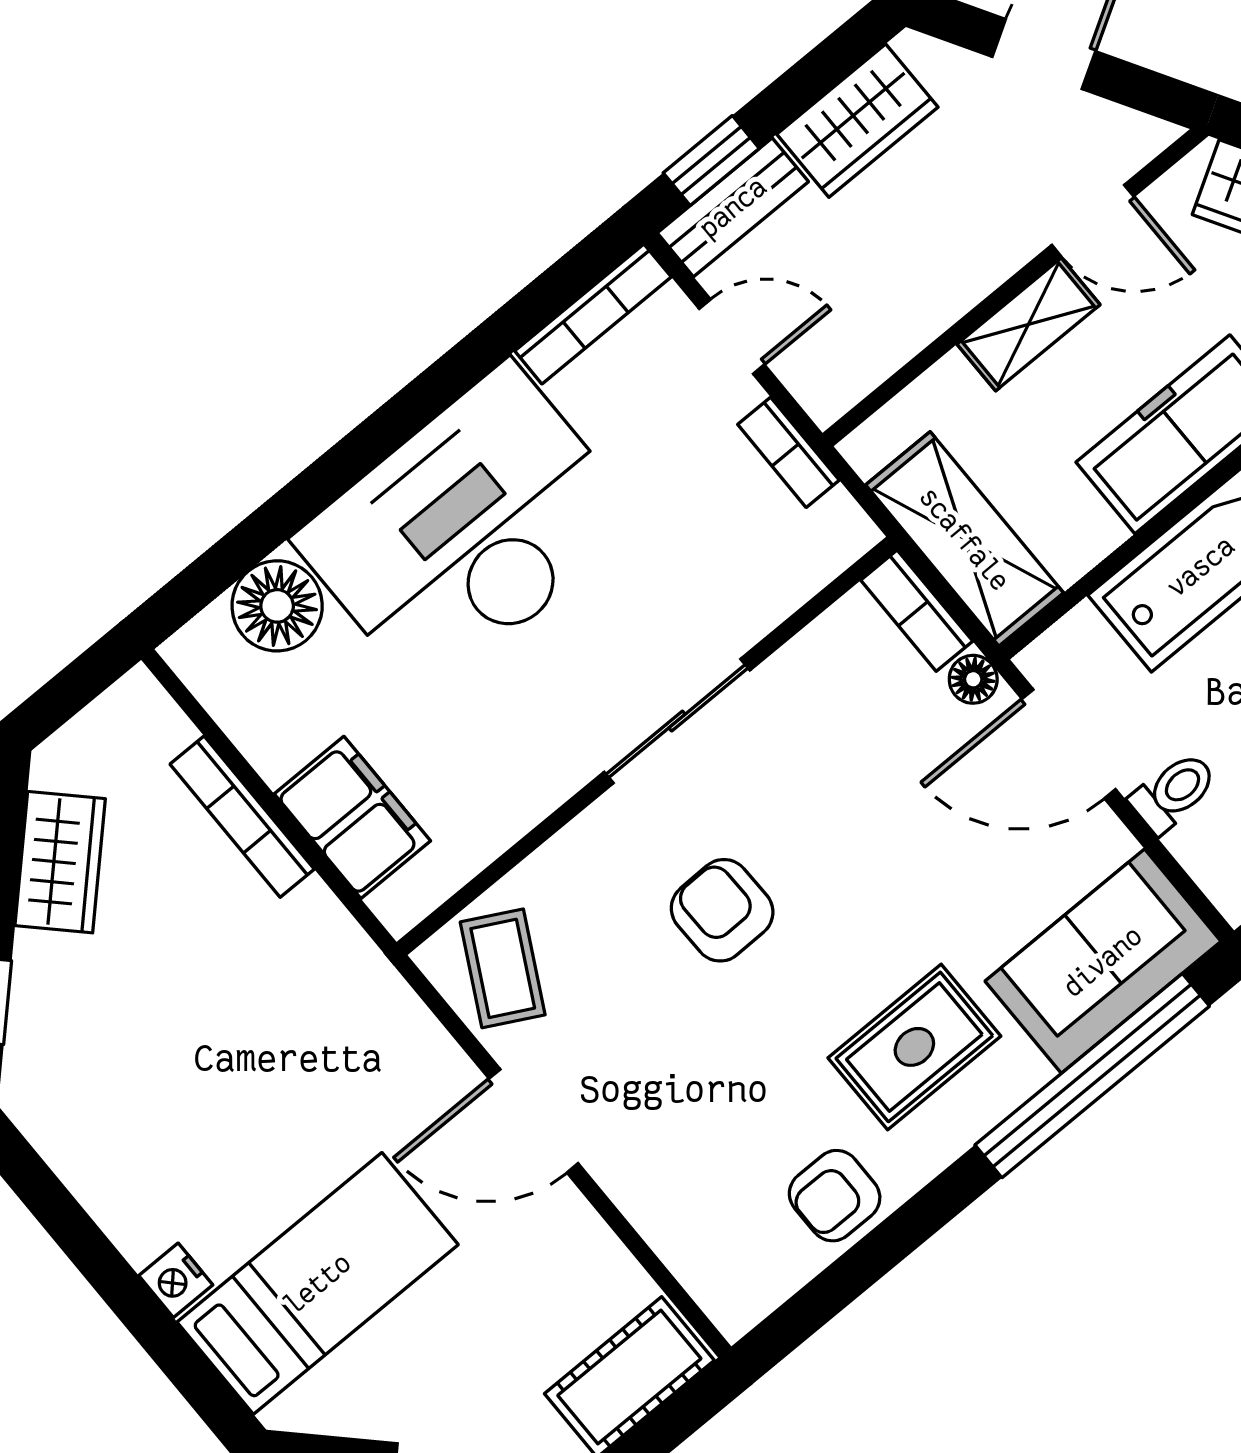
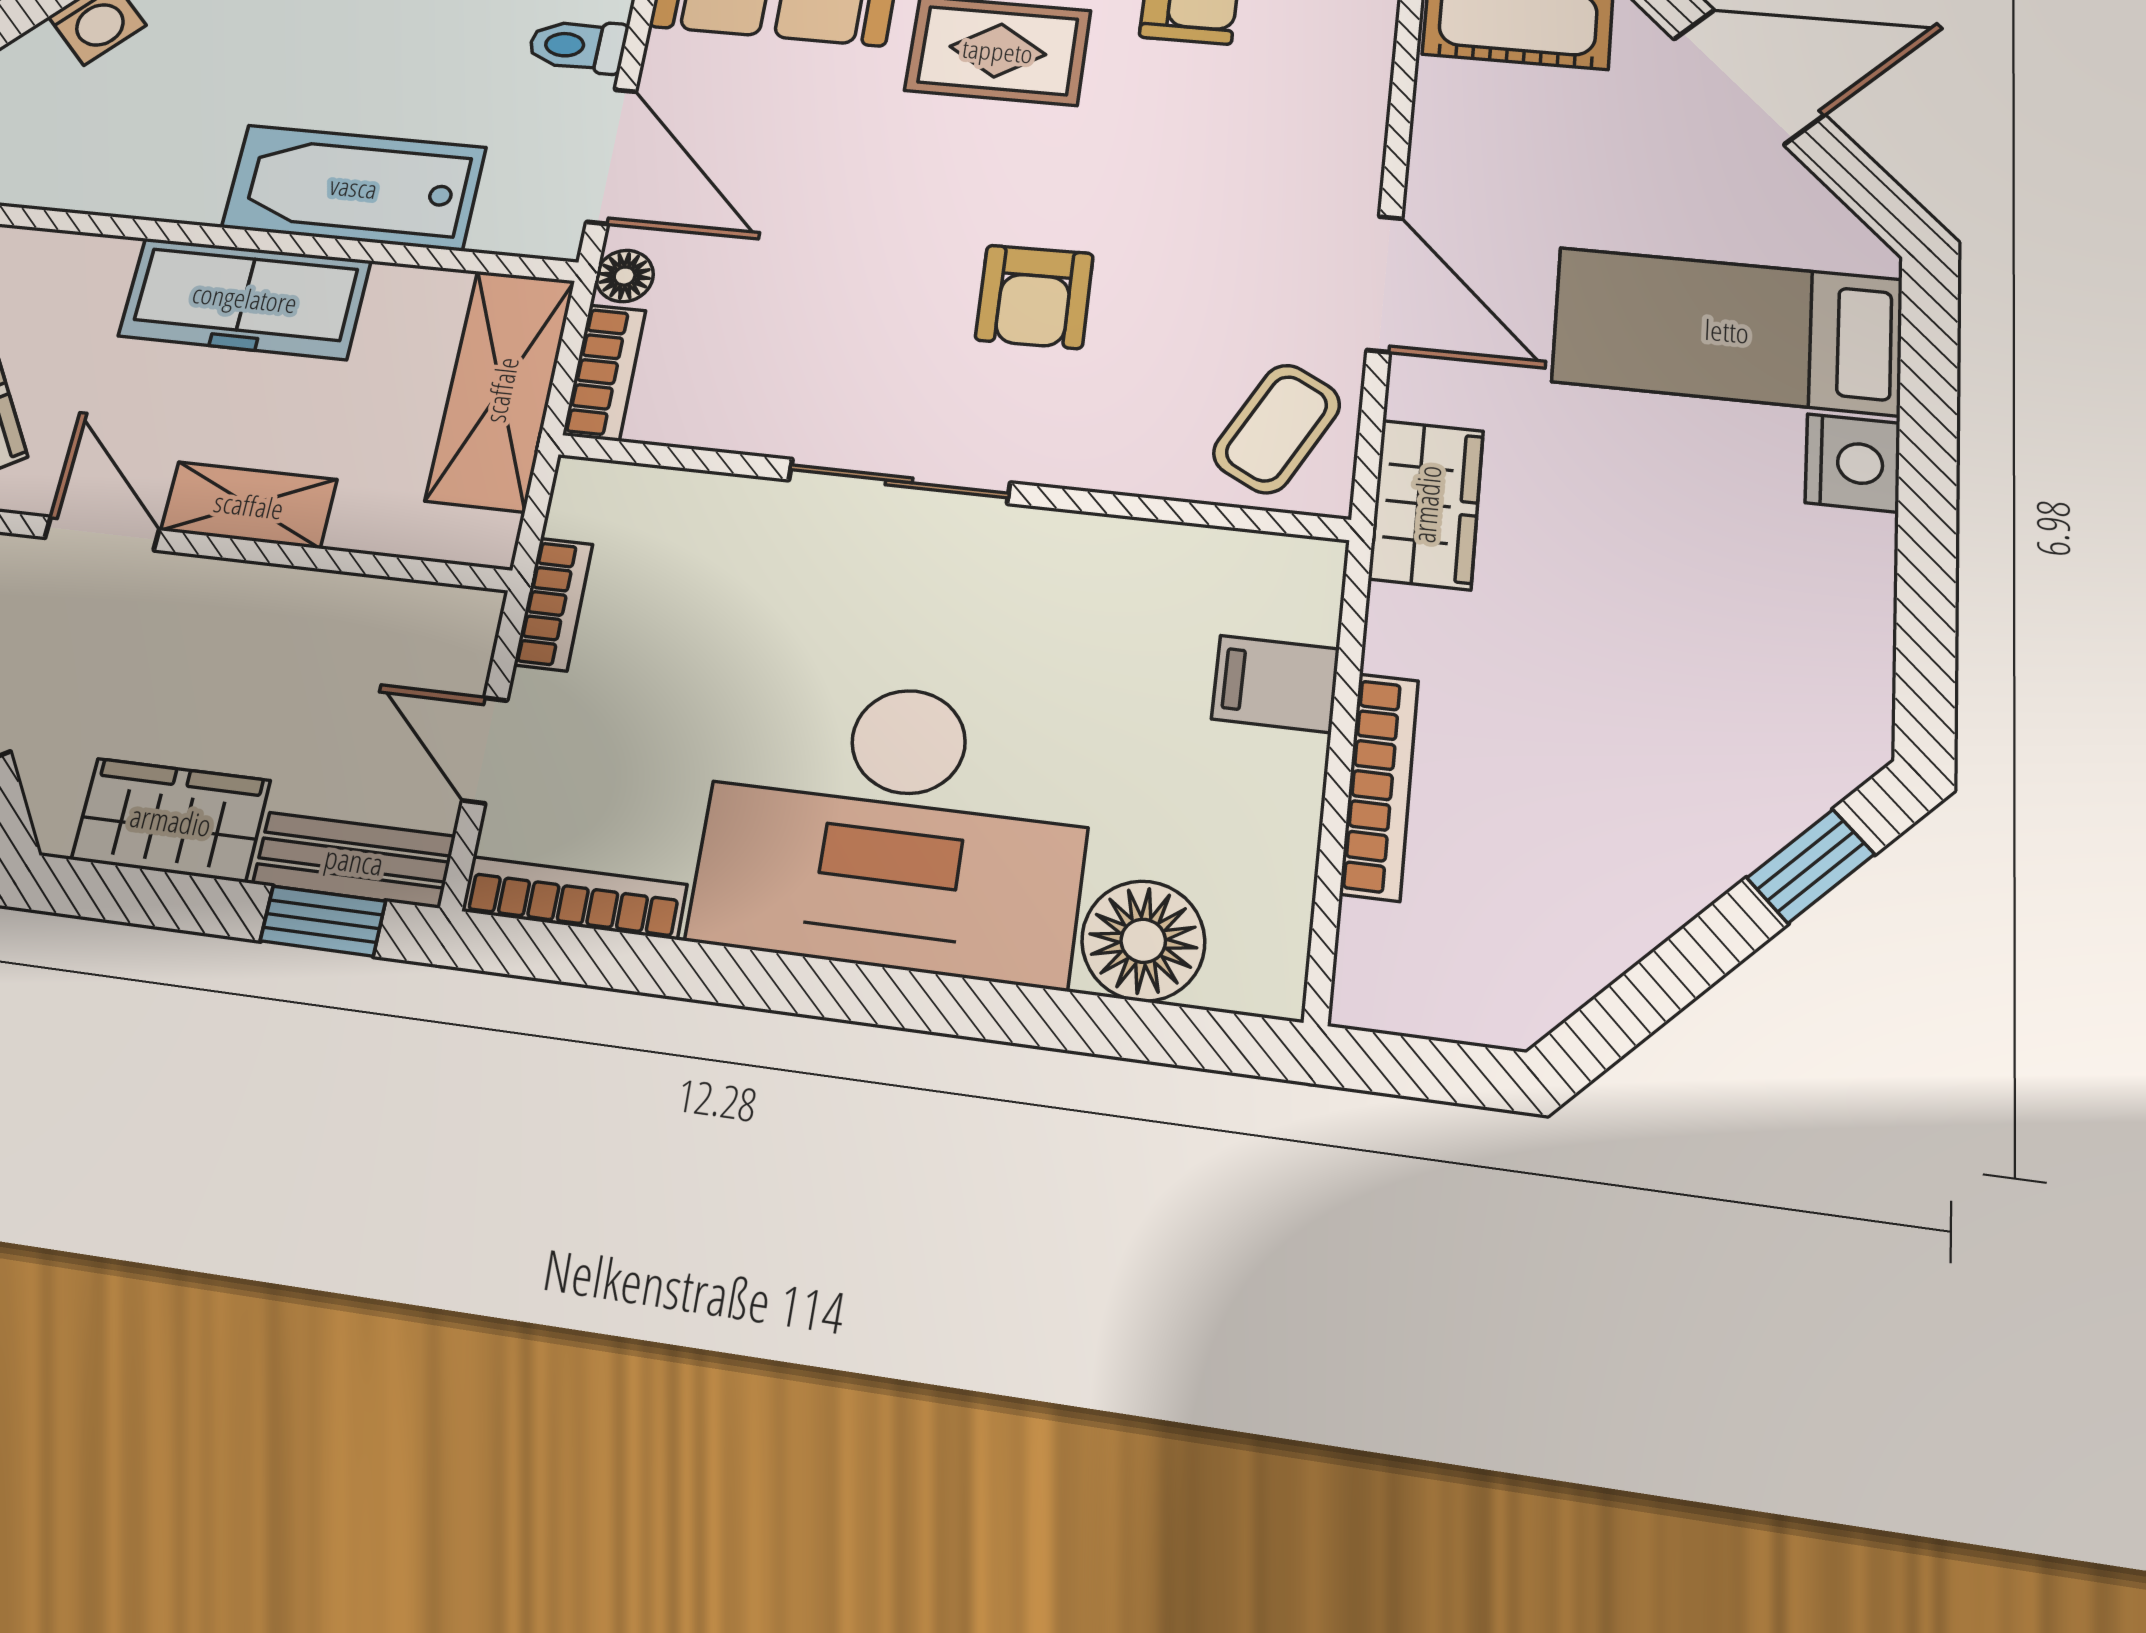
filing cabinet: (352, 817) -> (1275, 684), width x0.50
wardrobe: (60, 862) -> (1426, 504), moved, turned 135
nightstand: (176, 1280) -> (1853, 463), width x1.39, depth x1.35

